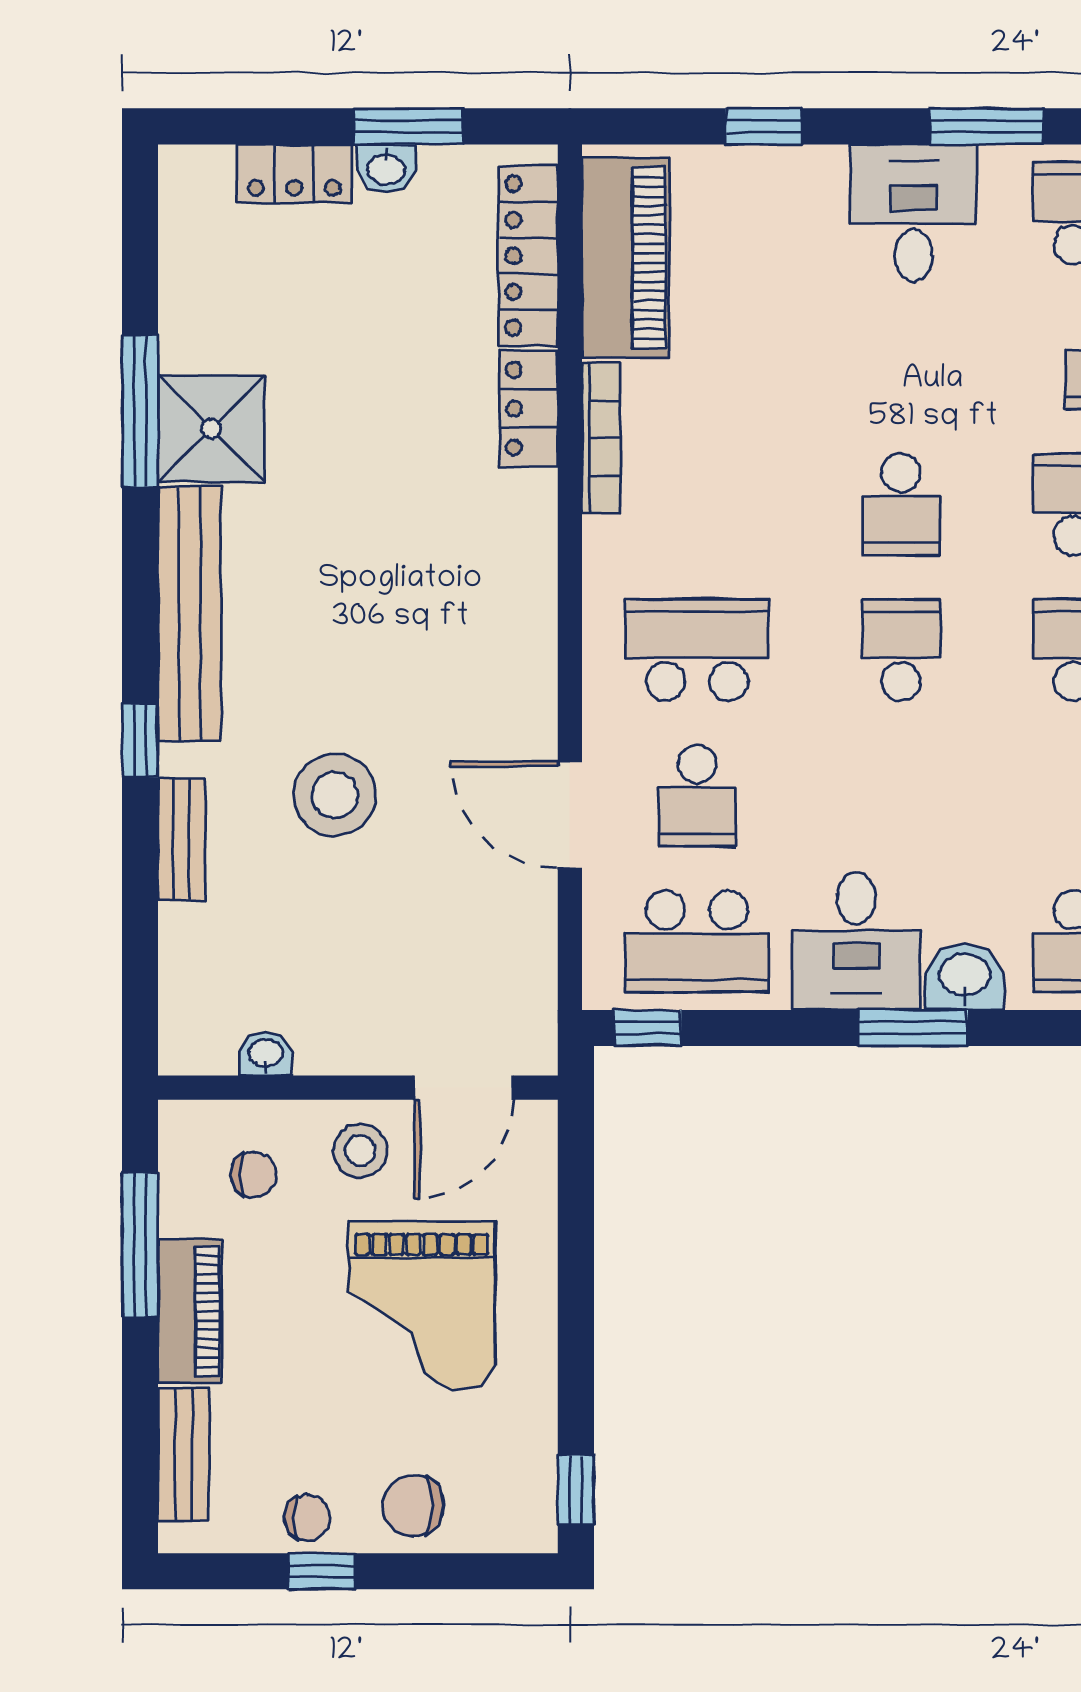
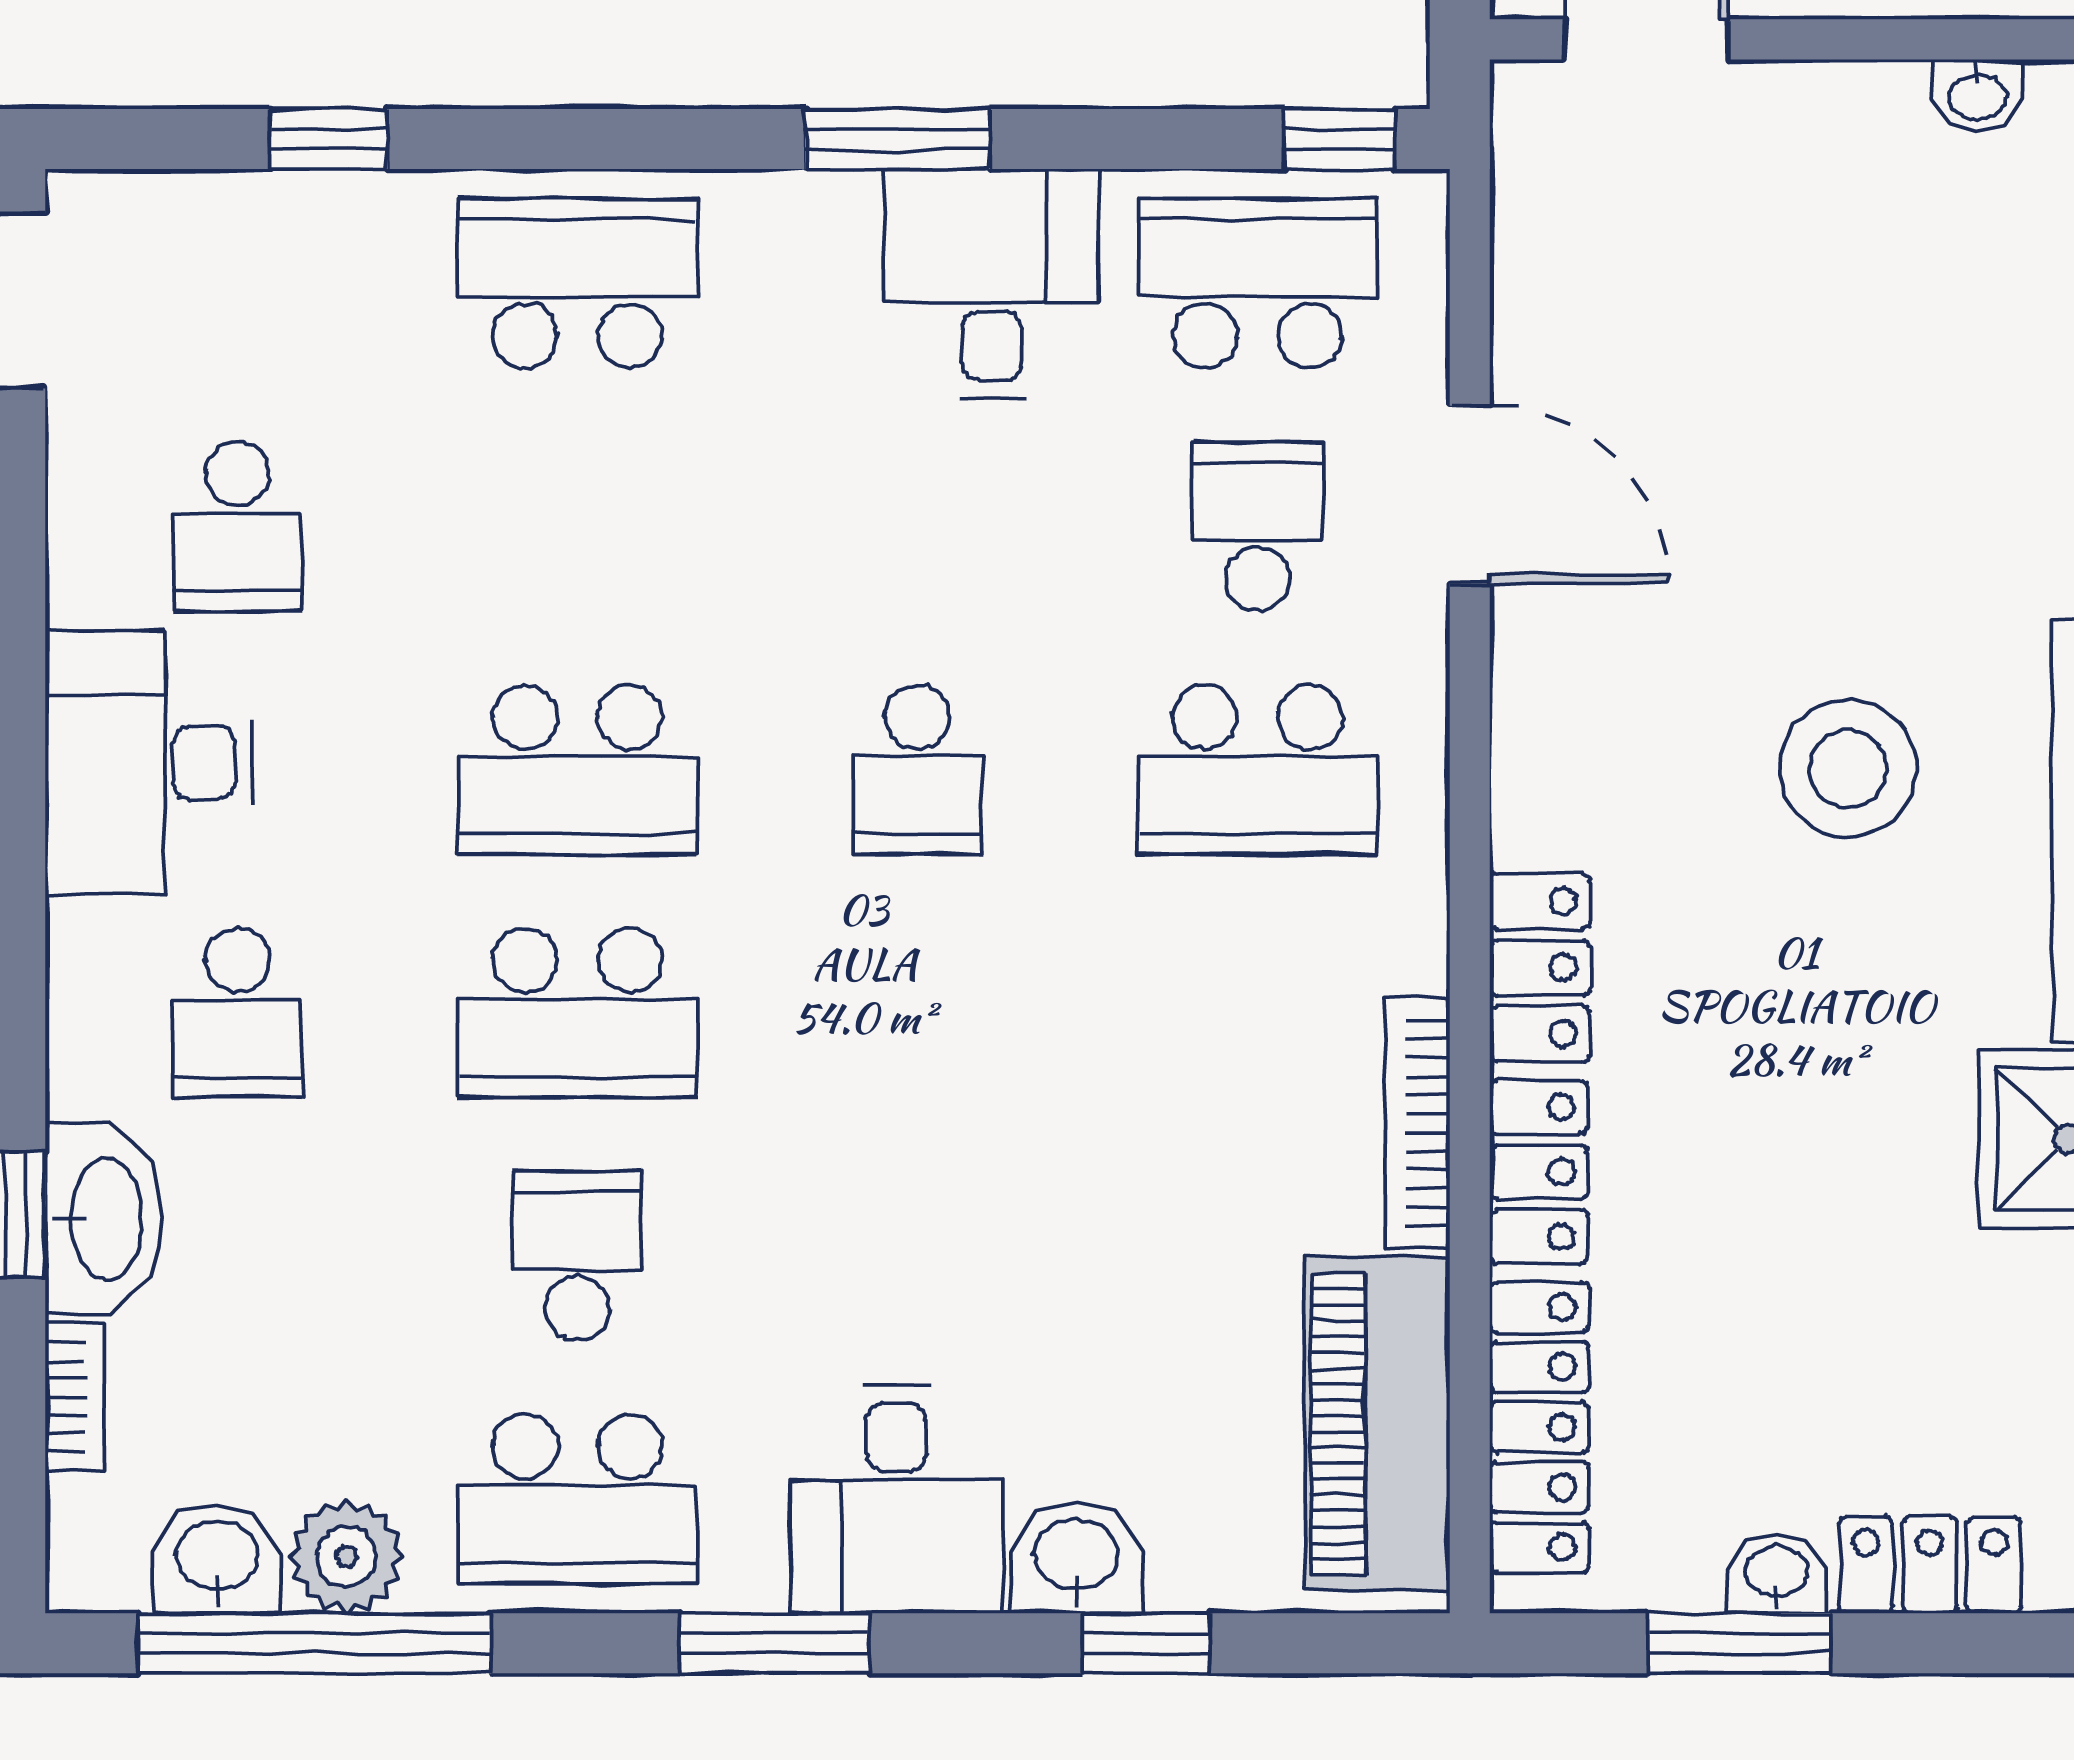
school desk: (901, 504) -> (917, 1013), removed
locker: (528, 531) -> (1540, 968), added
stool: (335, 795) -> (1848, 768), moved
washbasin: (965, 976) -> (1076, 1557), moved, turned 180

